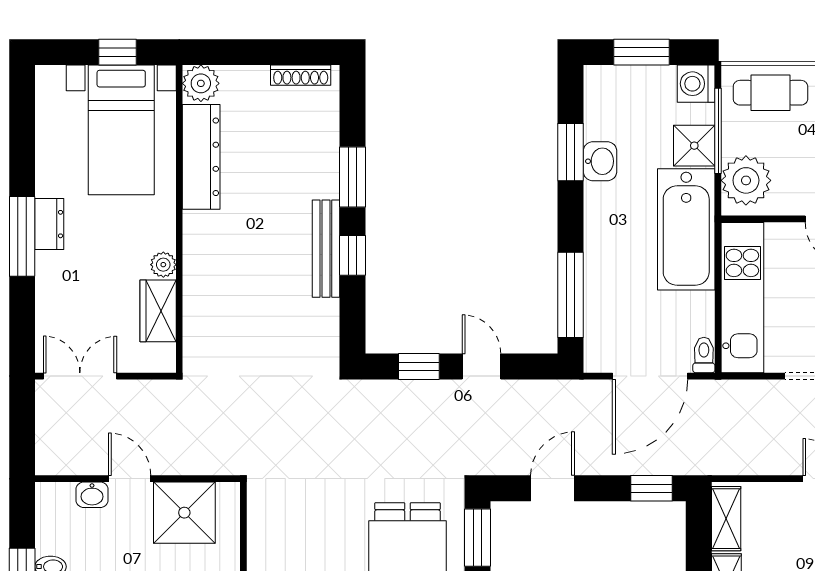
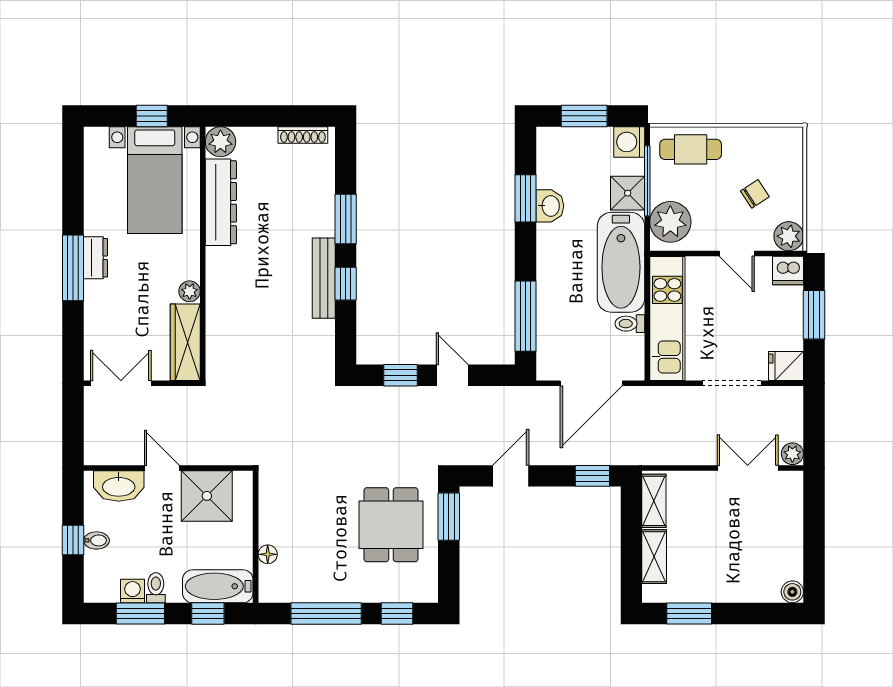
wardrobe: (158, 311) -> (185, 342), width x1.50
toilet: (704, 355) -> (630, 324), moved, turned -90
washbasin: (92, 495) -> (119, 486), width x1.91, depth x1.45

